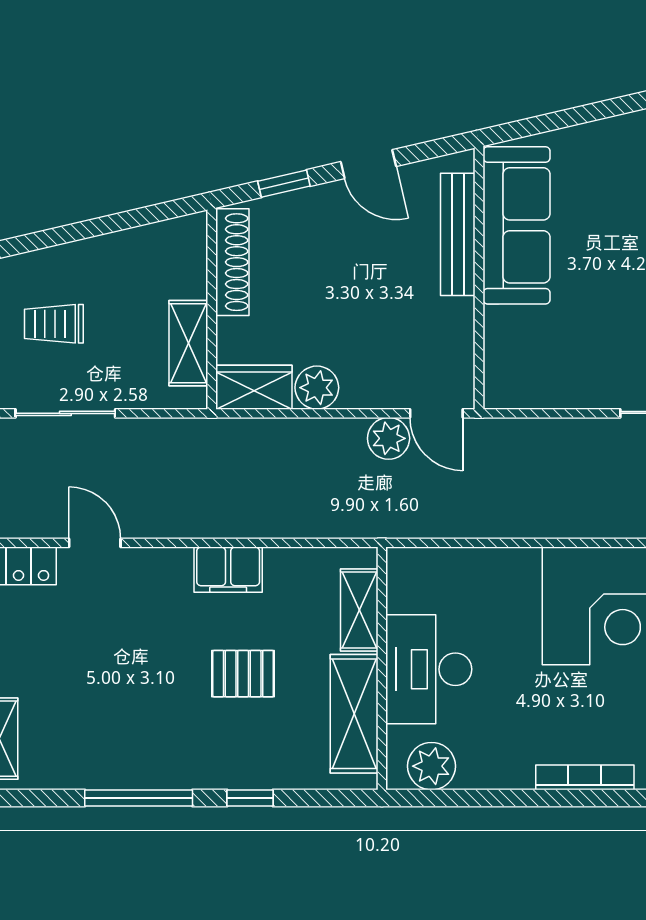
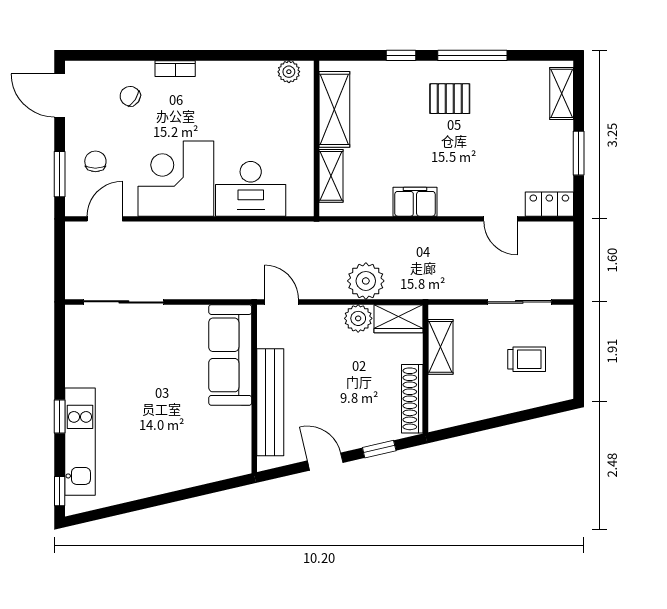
sofa: (517, 225) -> (230, 355), moved
bench: (458, 234) -> (270, 402), width x1.37, depth x1.21
plant: (389, 438) -> (366, 281), moved, width x1.36, depth x1.36
desk: (429, 669) -> (251, 189), moved, turned 90
pallet: (243, 674) -> (450, 99), moved
plant: (432, 766) -> (289, 72), width x0.73, depth x0.73
bookcase: (585, 777) -> (175, 69), width x0.64

